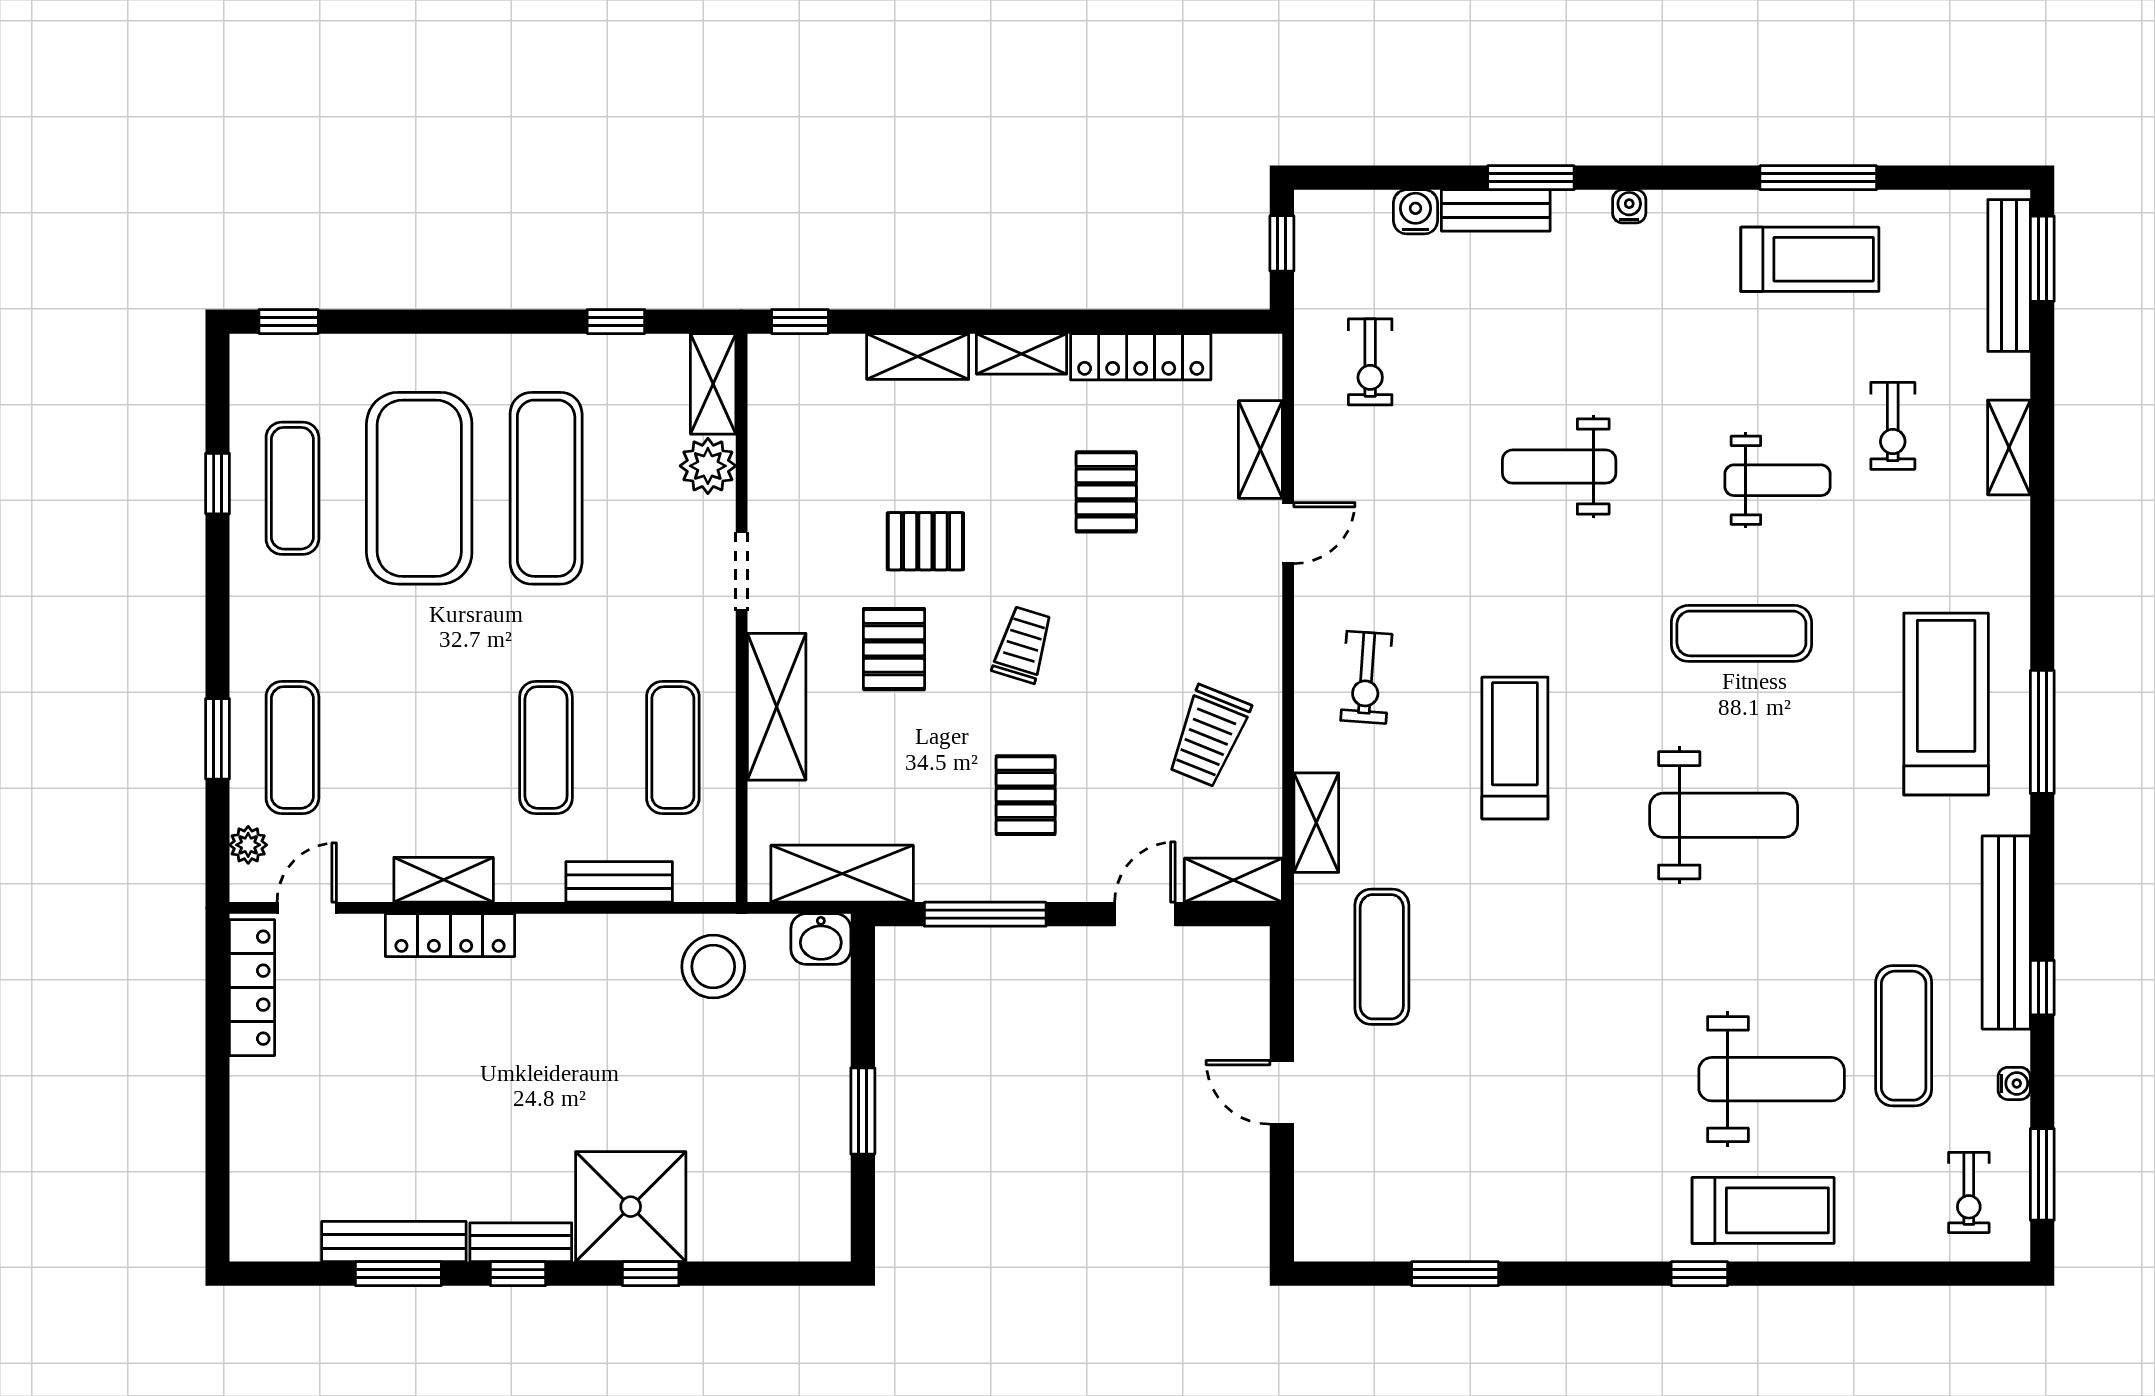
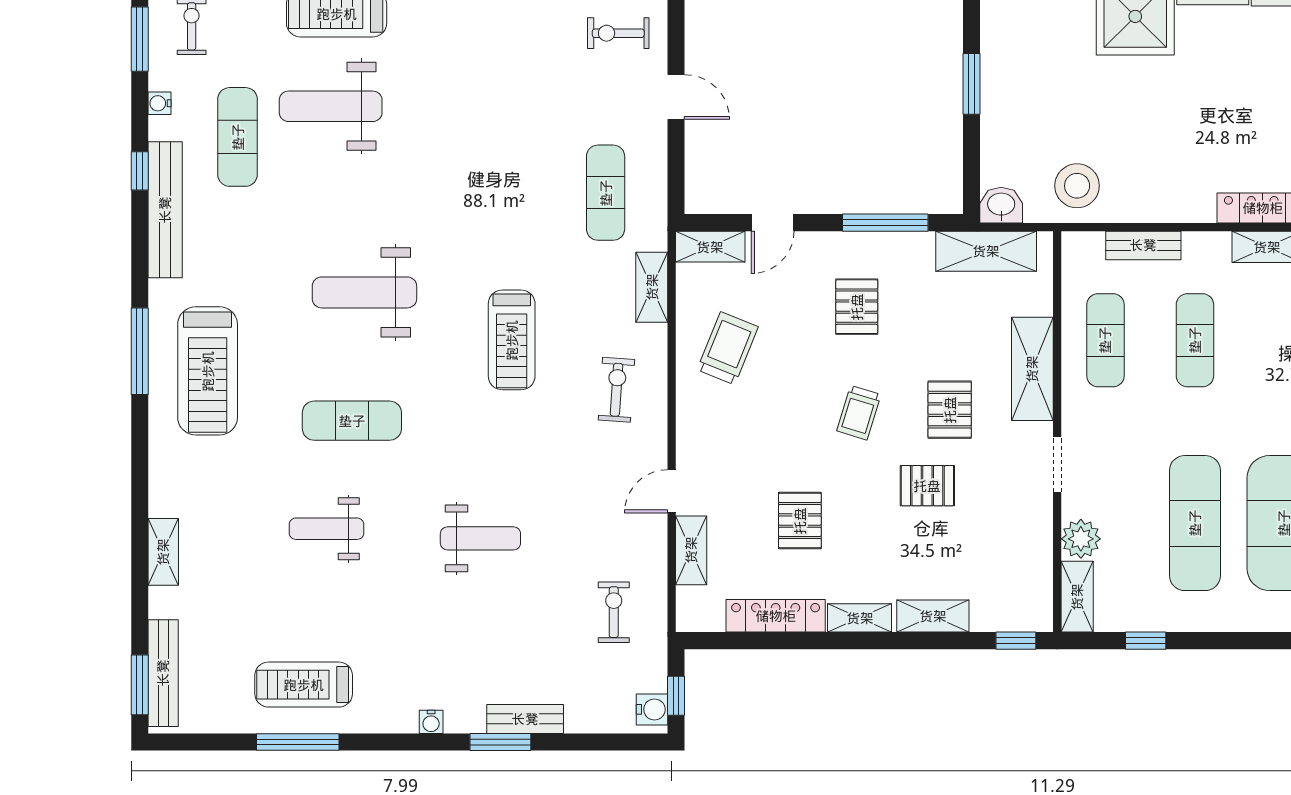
water cooler: (1415, 212) -> (652, 709), moved, turned -90
exercise bike: (1893, 426) -> (618, 33), moved, turned -90

